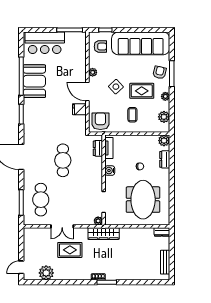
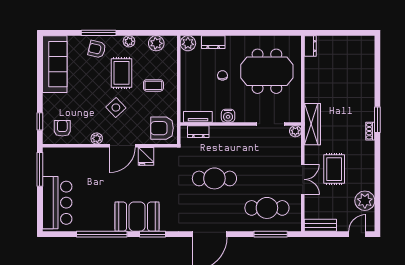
sofa: (141, 43) -> (55, 64), width x0.74, depth x0.79
booth: (34, 81) -> (137, 217), moved
bench: (165, 262) -> (320, 225), moved
door: (21, 267) -> (357, 234), swing flipped

